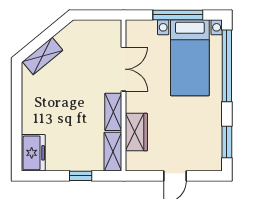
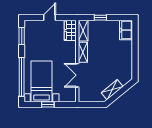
window: (178, 15) -> (48, 104), width x0.46
shelving: (43, 56) -> (112, 90), moved
wardrobe: (136, 132) -> (70, 30), moved

